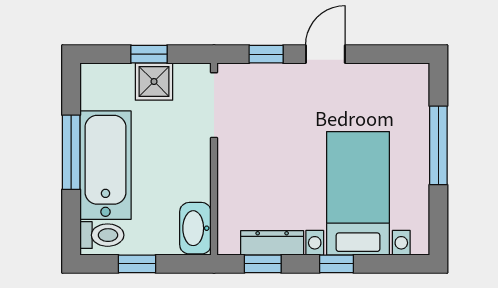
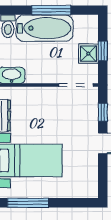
window: (438, 145) -> (28, 203), moved

